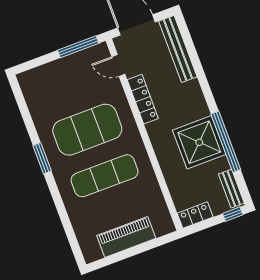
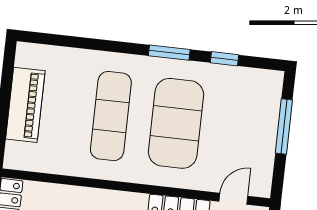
window: (78, 47) -> (284, 126), moved
window: (27, 119) -> (225, 59), added

